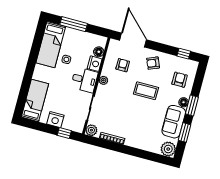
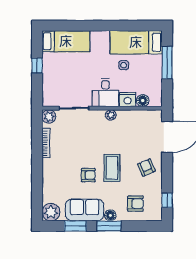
armchair: (123, 65) -> (88, 175), moved
nightstand: (55, 120) -> (50, 71), removed
window: (64, 133) -> (37, 66), moved

